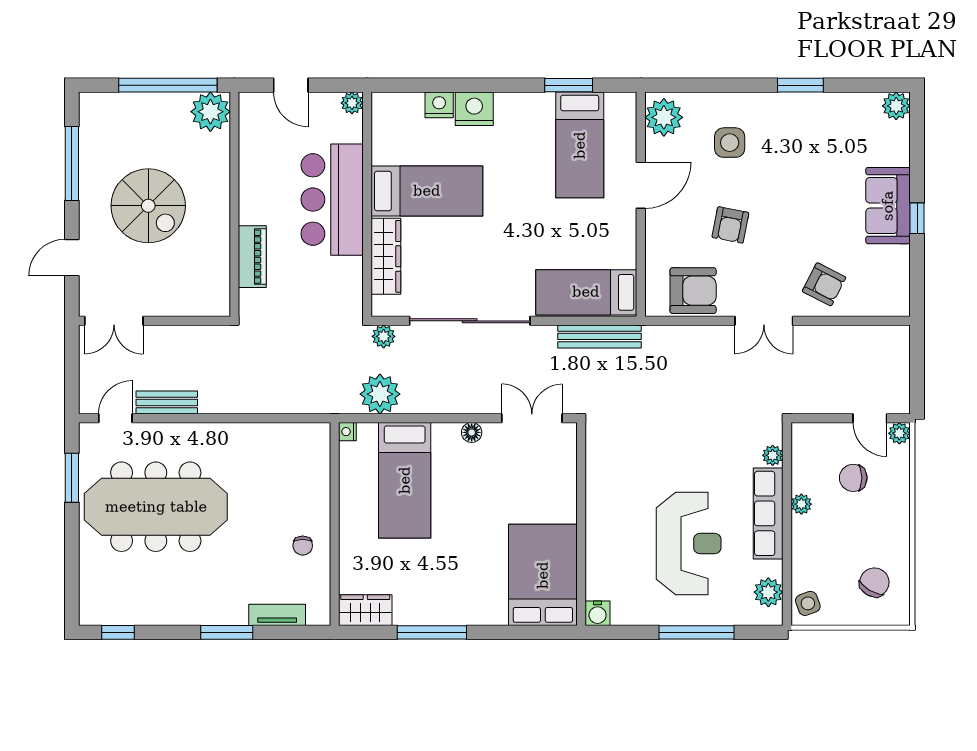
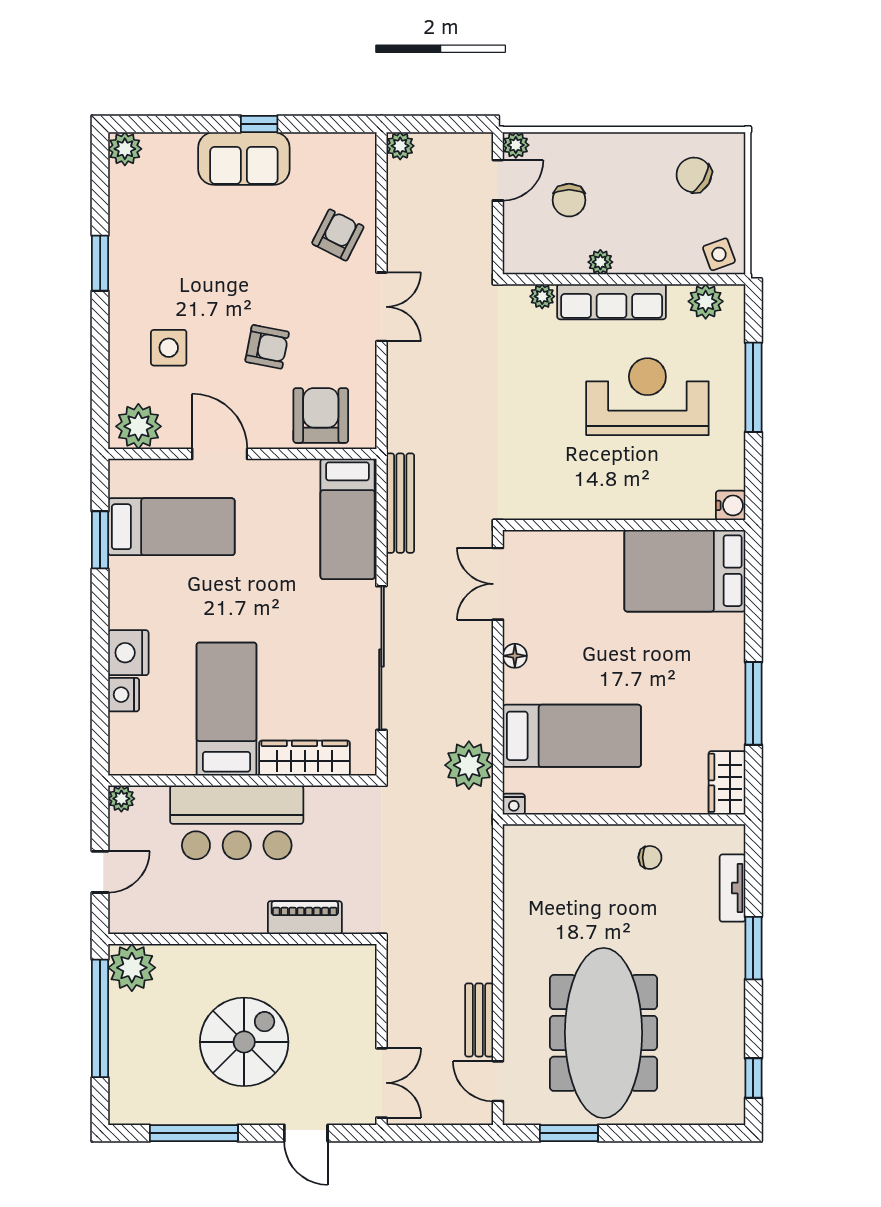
armchair: (693, 291) -> (321, 415), moved
plant: (384, 336) -> (400, 146), moved

